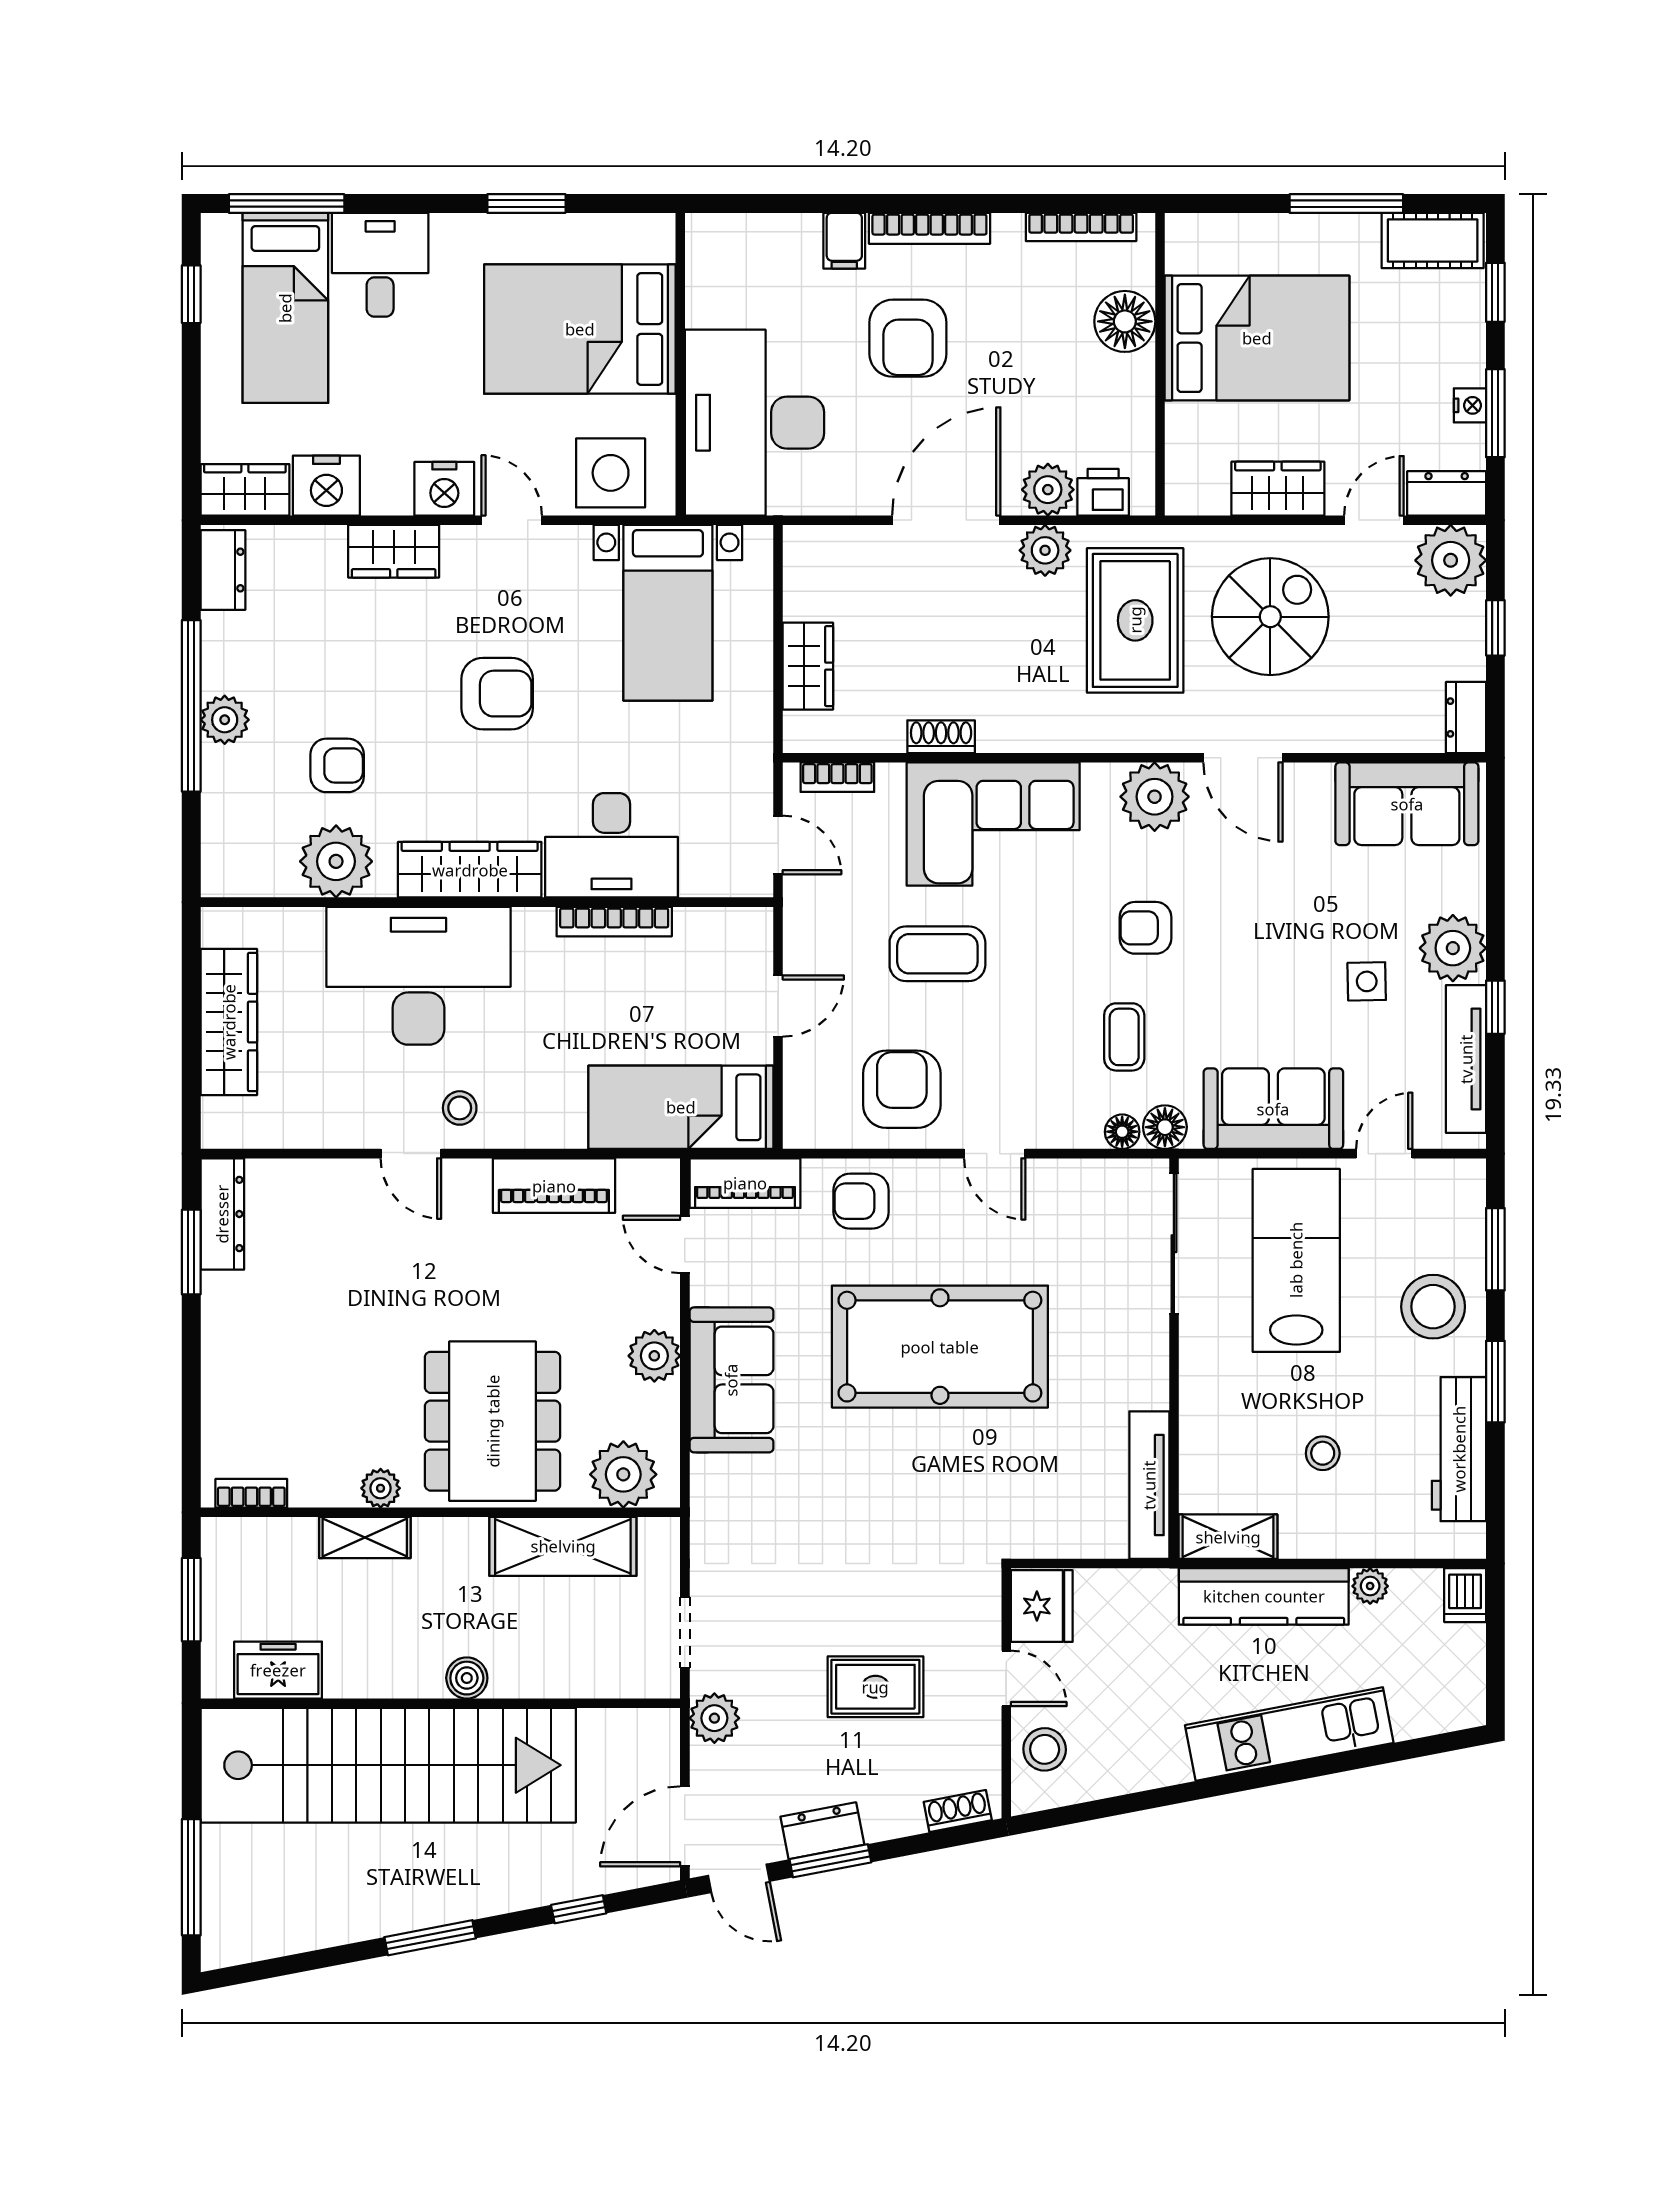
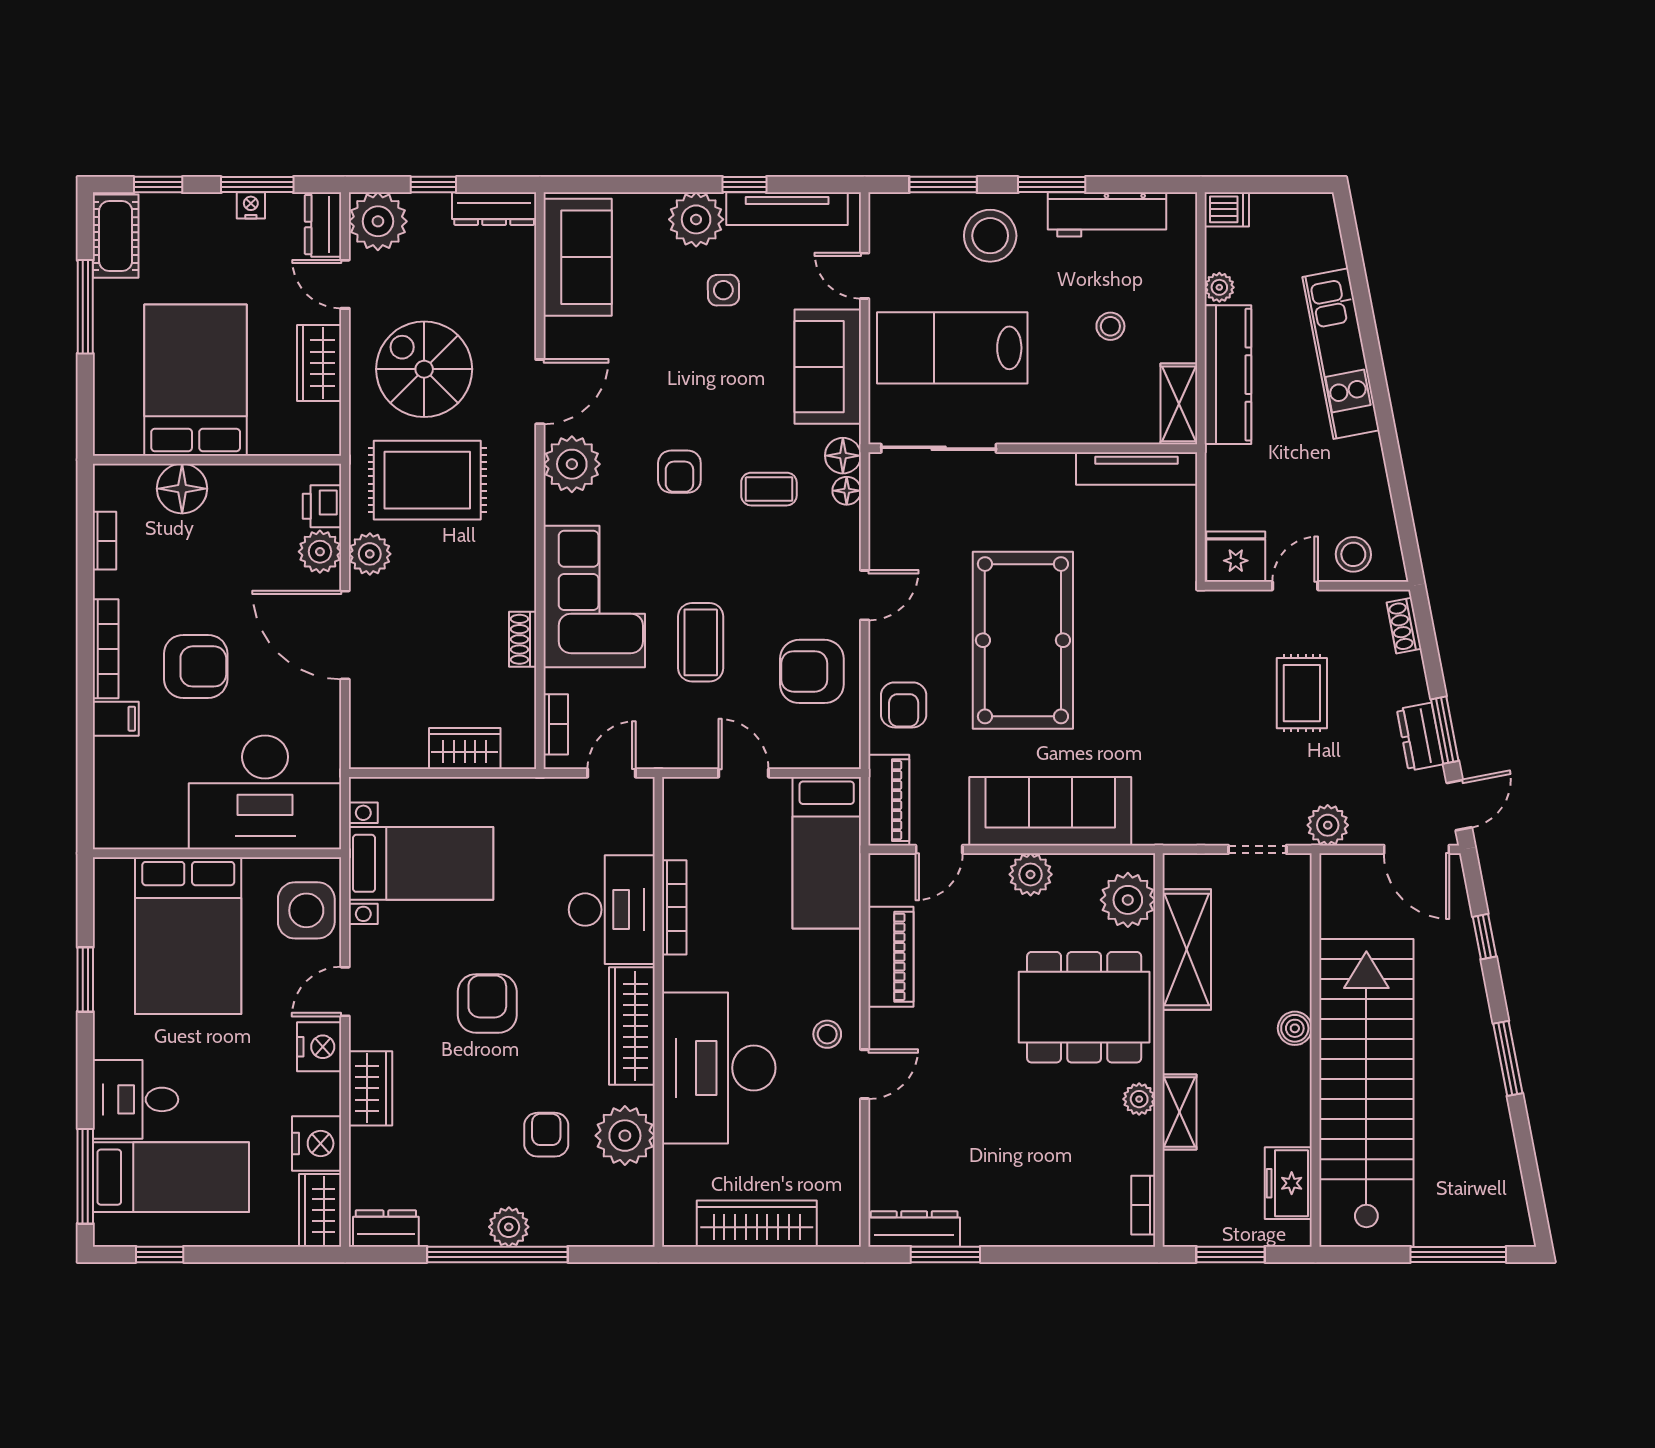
bookcase: (1081, 227) -> (104, 541), width x0.64
dresser: (1466, 718) -> (494, 209), width x1.44
sofa: (731, 1380) -> (1050, 811), width x1.36

